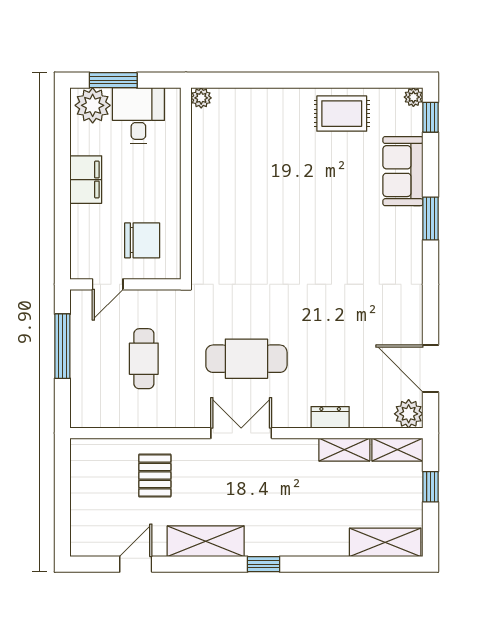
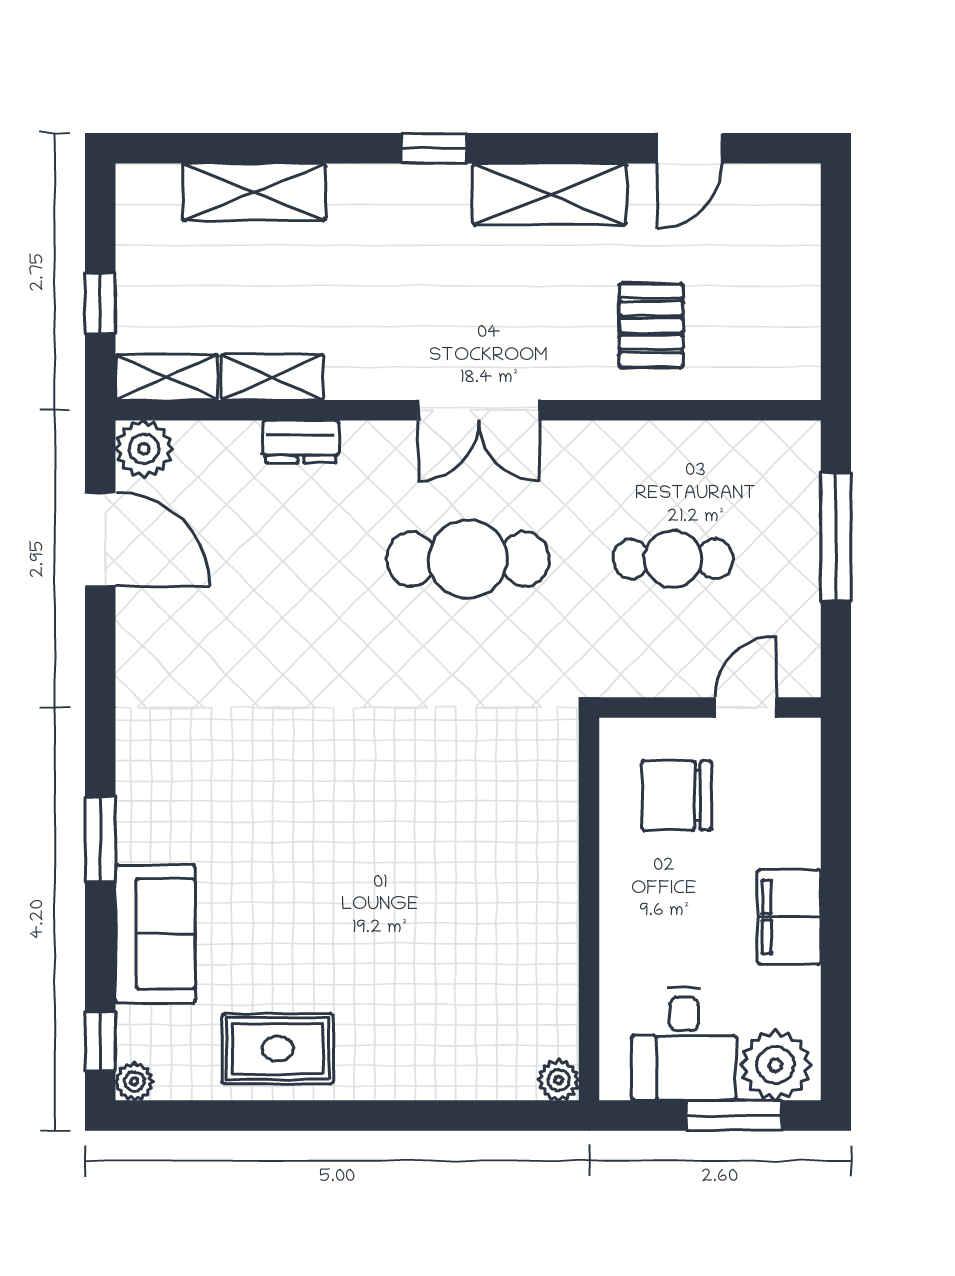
window: (62, 346) -> (836, 537), moved
cafe table: (144, 359) -> (673, 559), turned 90
shelving: (385, 542) -> (254, 192), moved

